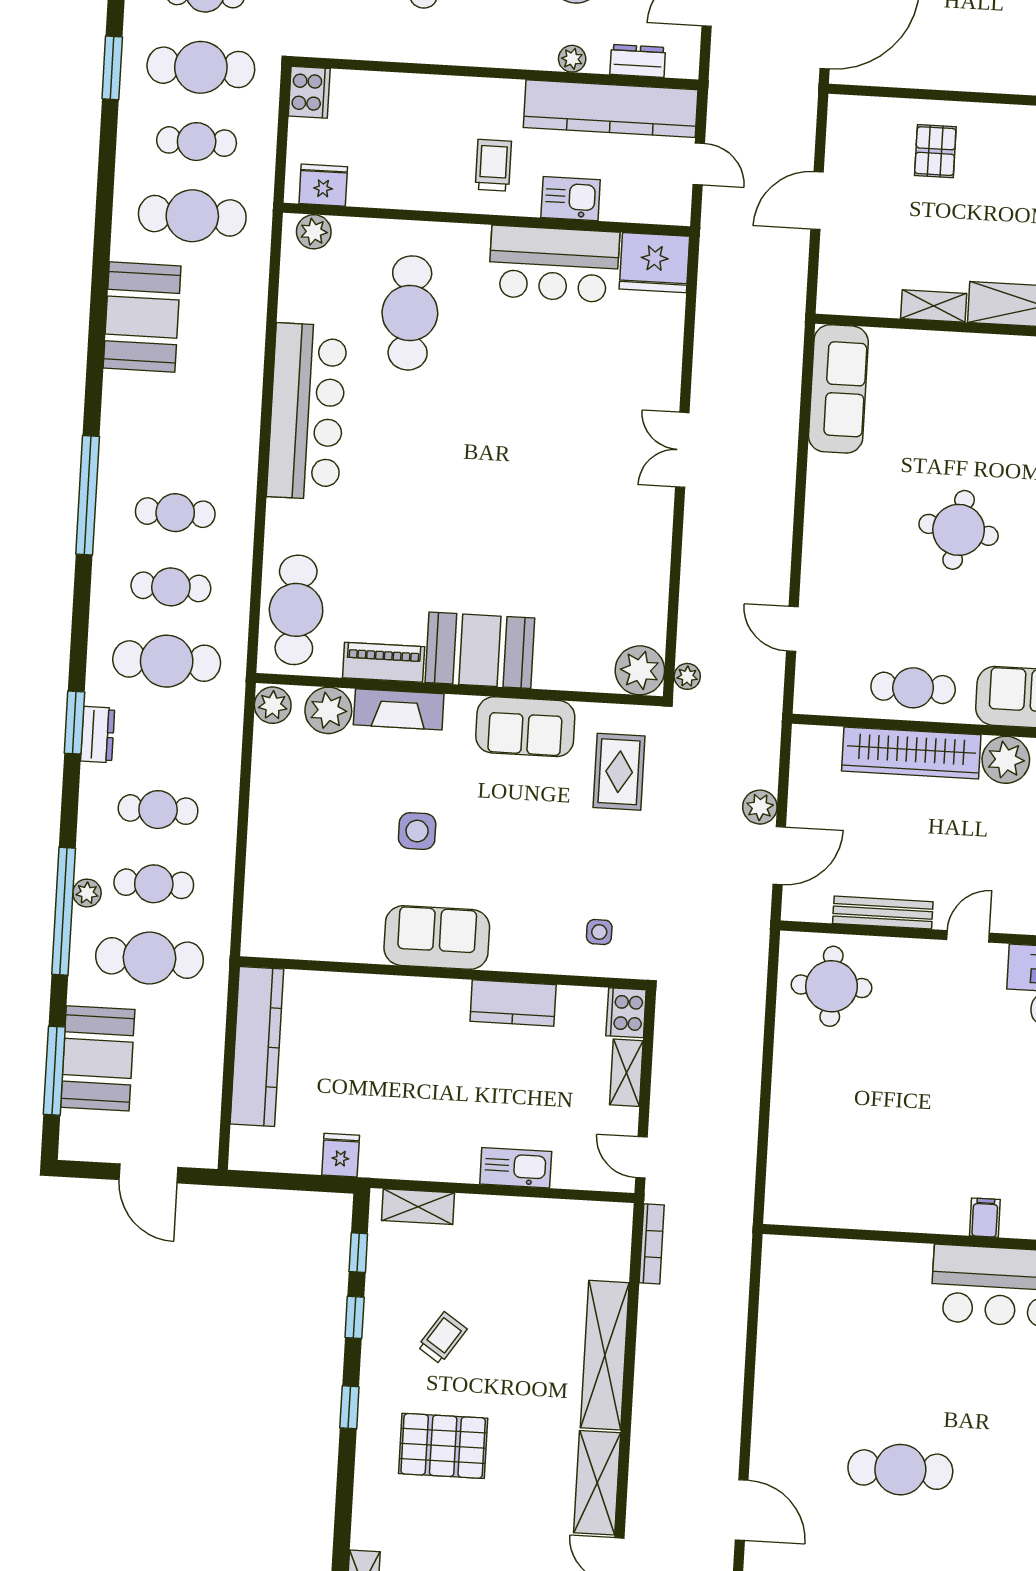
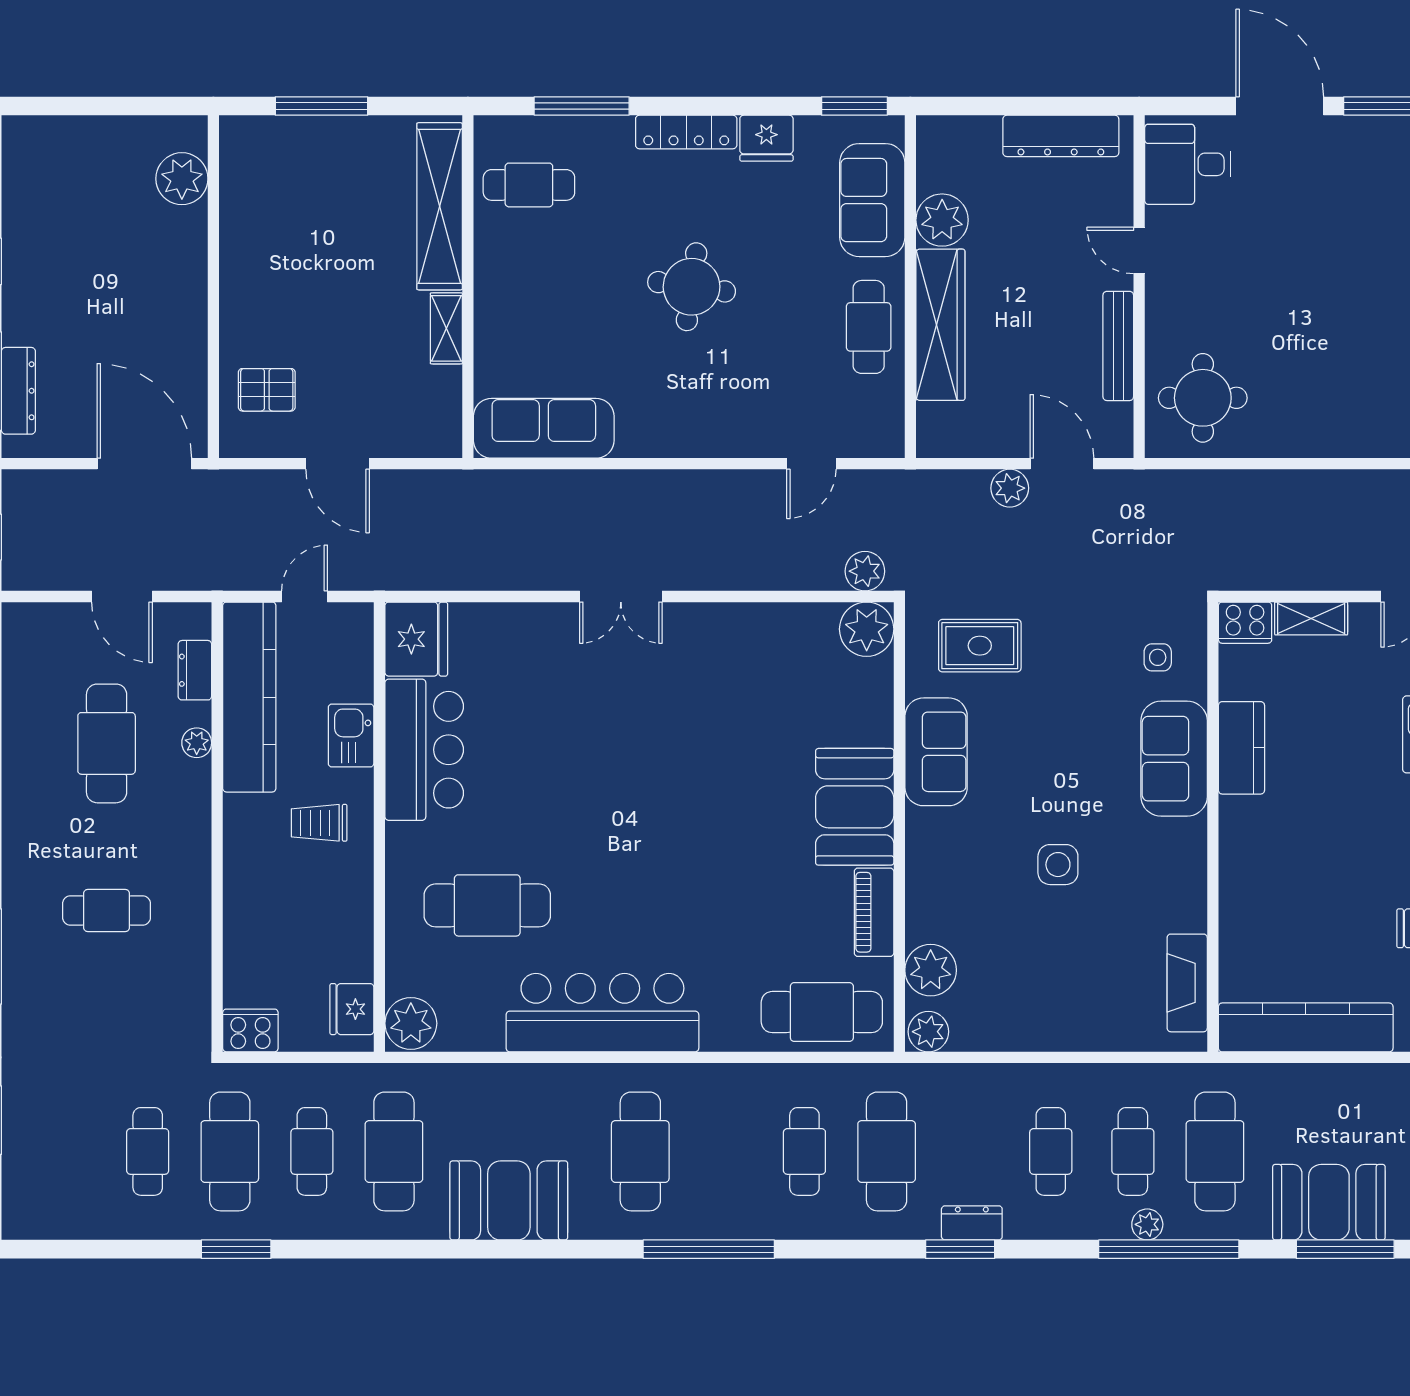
pallet: (935, 151) -> (267, 390), moved
plant: (314, 232) -> (411, 1023), width x1.36, depth x1.36
cafe table: (175, 513) -> (640, 1151), moved, width x1.37, depth x1.35
plant: (687, 676) -> (865, 571), width x1.38, depth x1.38
fireplace: (399, 709) -> (1187, 983), moved, turned 180
sofa: (437, 937) -> (1174, 759), moved

